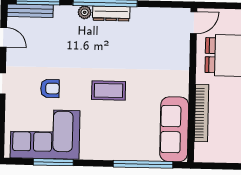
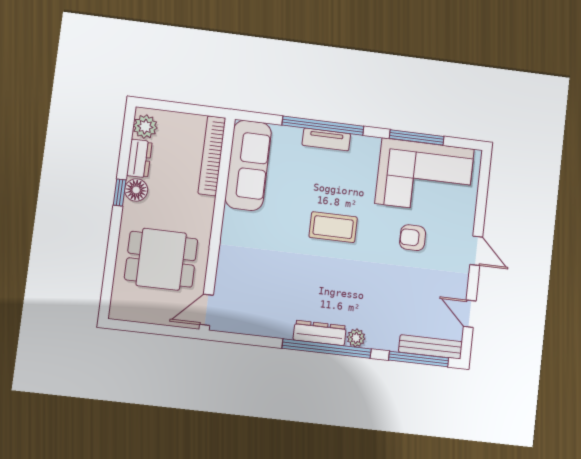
bookcase: (201, 113) -> (212, 156), moved
tv unit: (119, 154) -> (326, 139), added
window: (143, 164) -> (323, 126), moved

